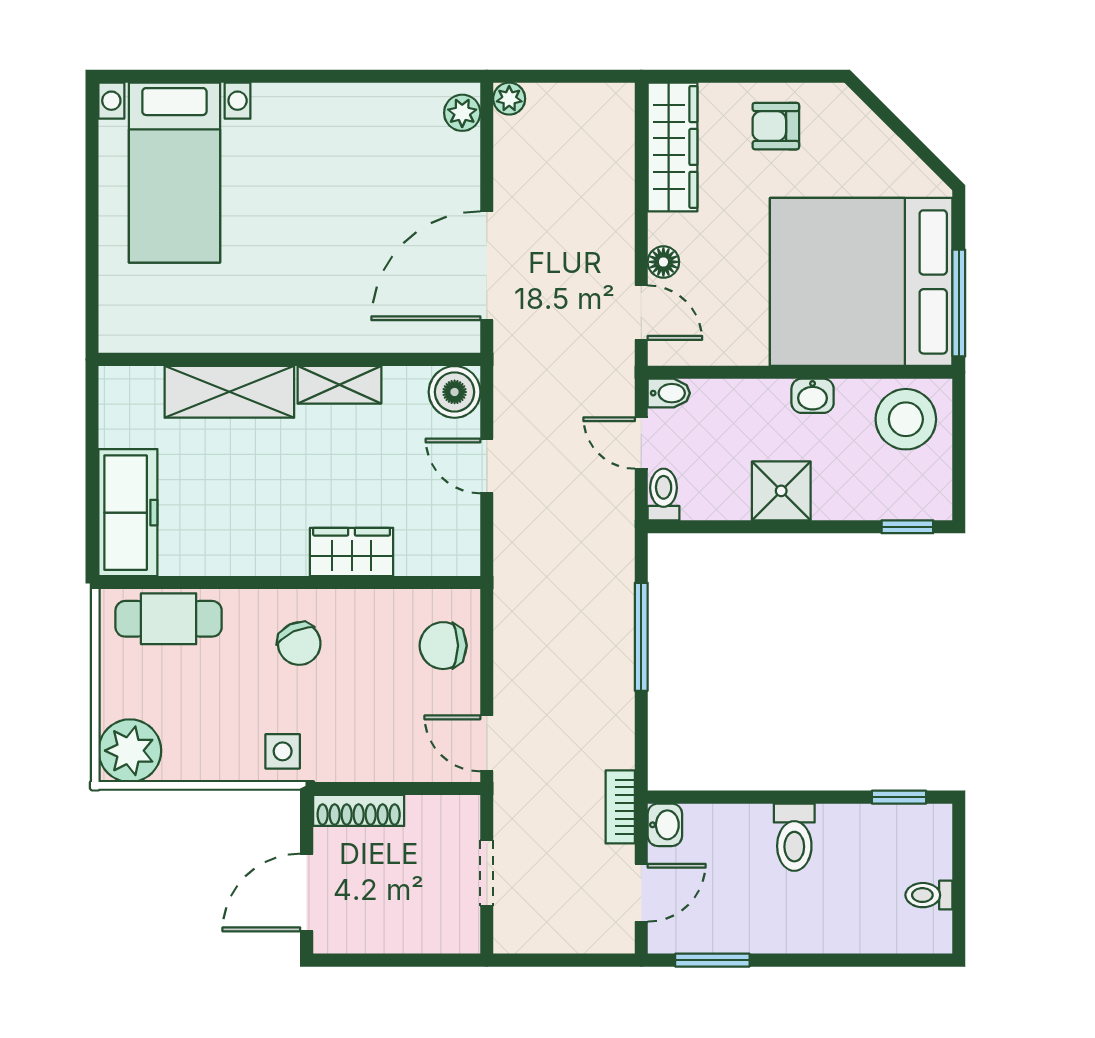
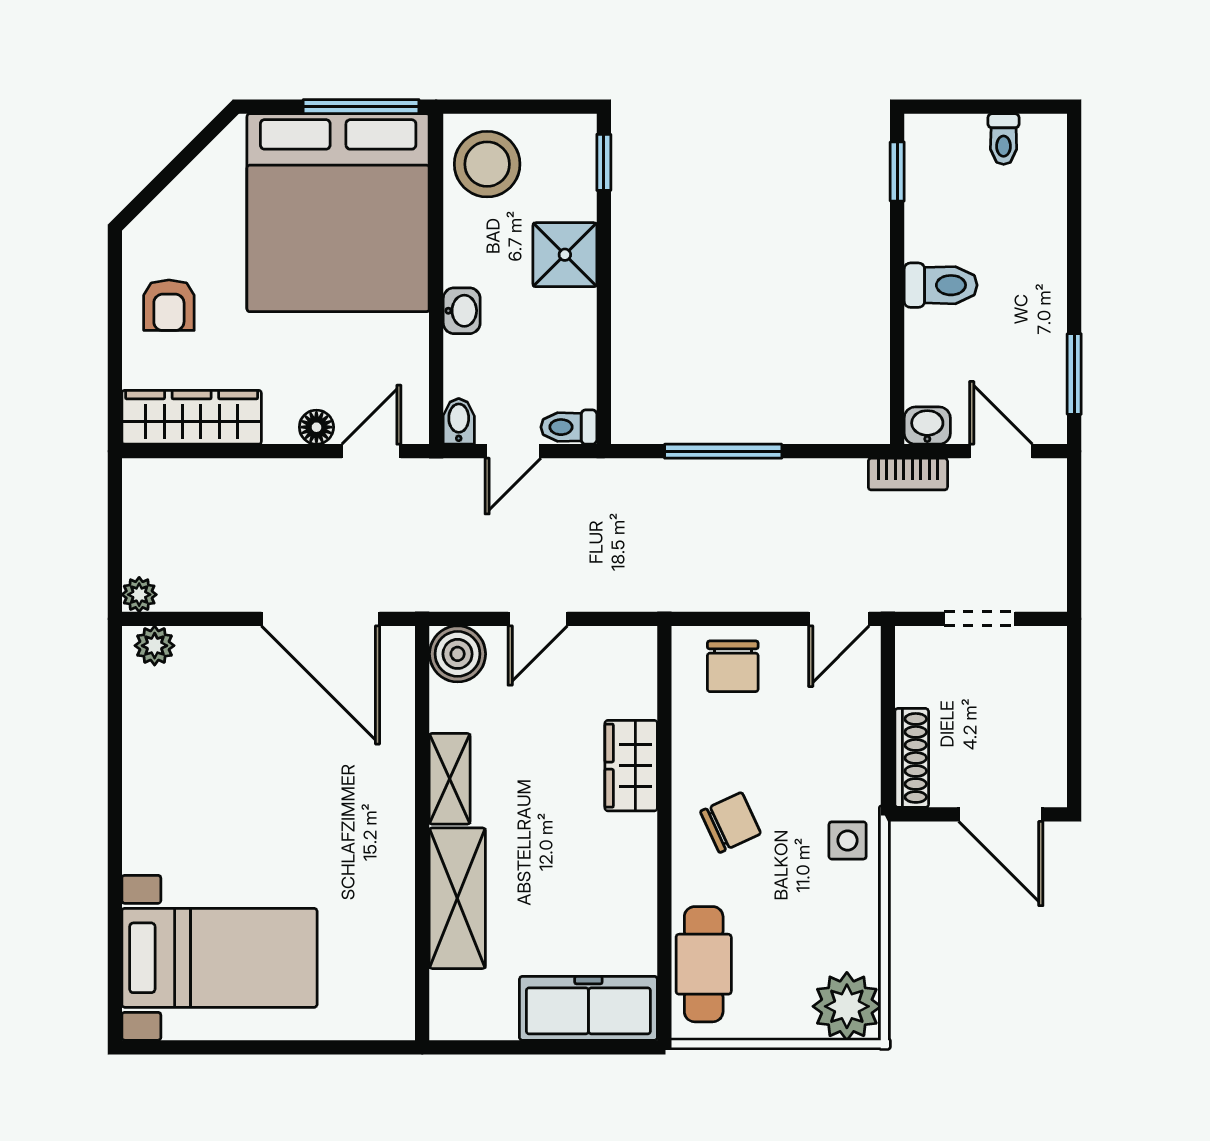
washbasin: (813, 396) -> (462, 311), moved
shower: (781, 491) -> (565, 255), moved

